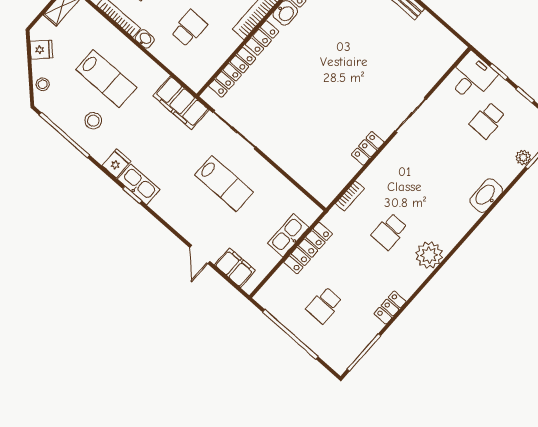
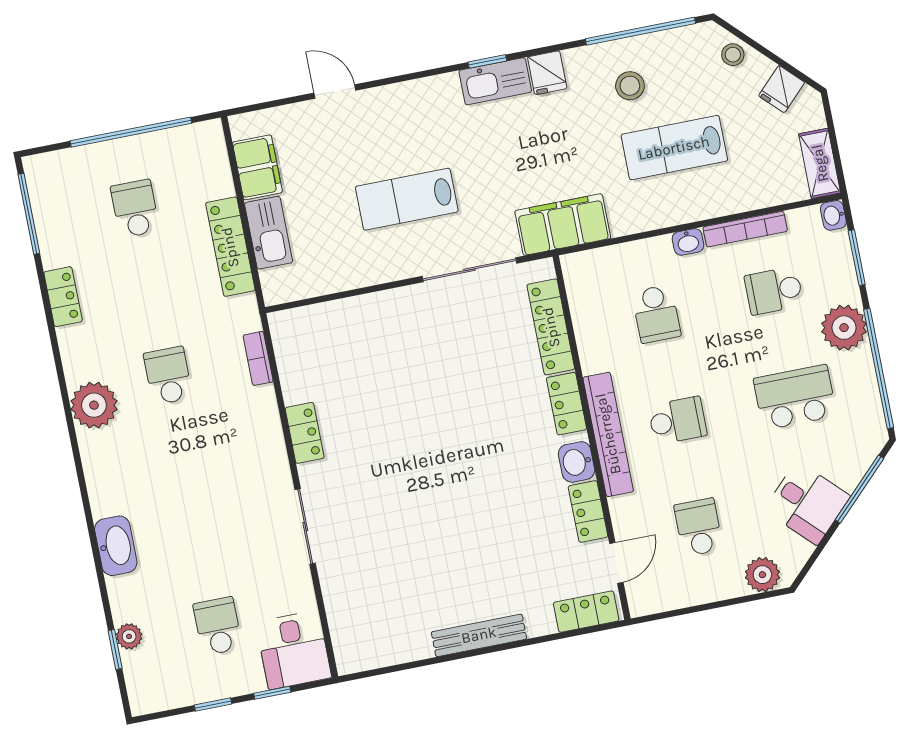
filing cabinet: (235, 268) -> (257, 167), moved, turned -90

